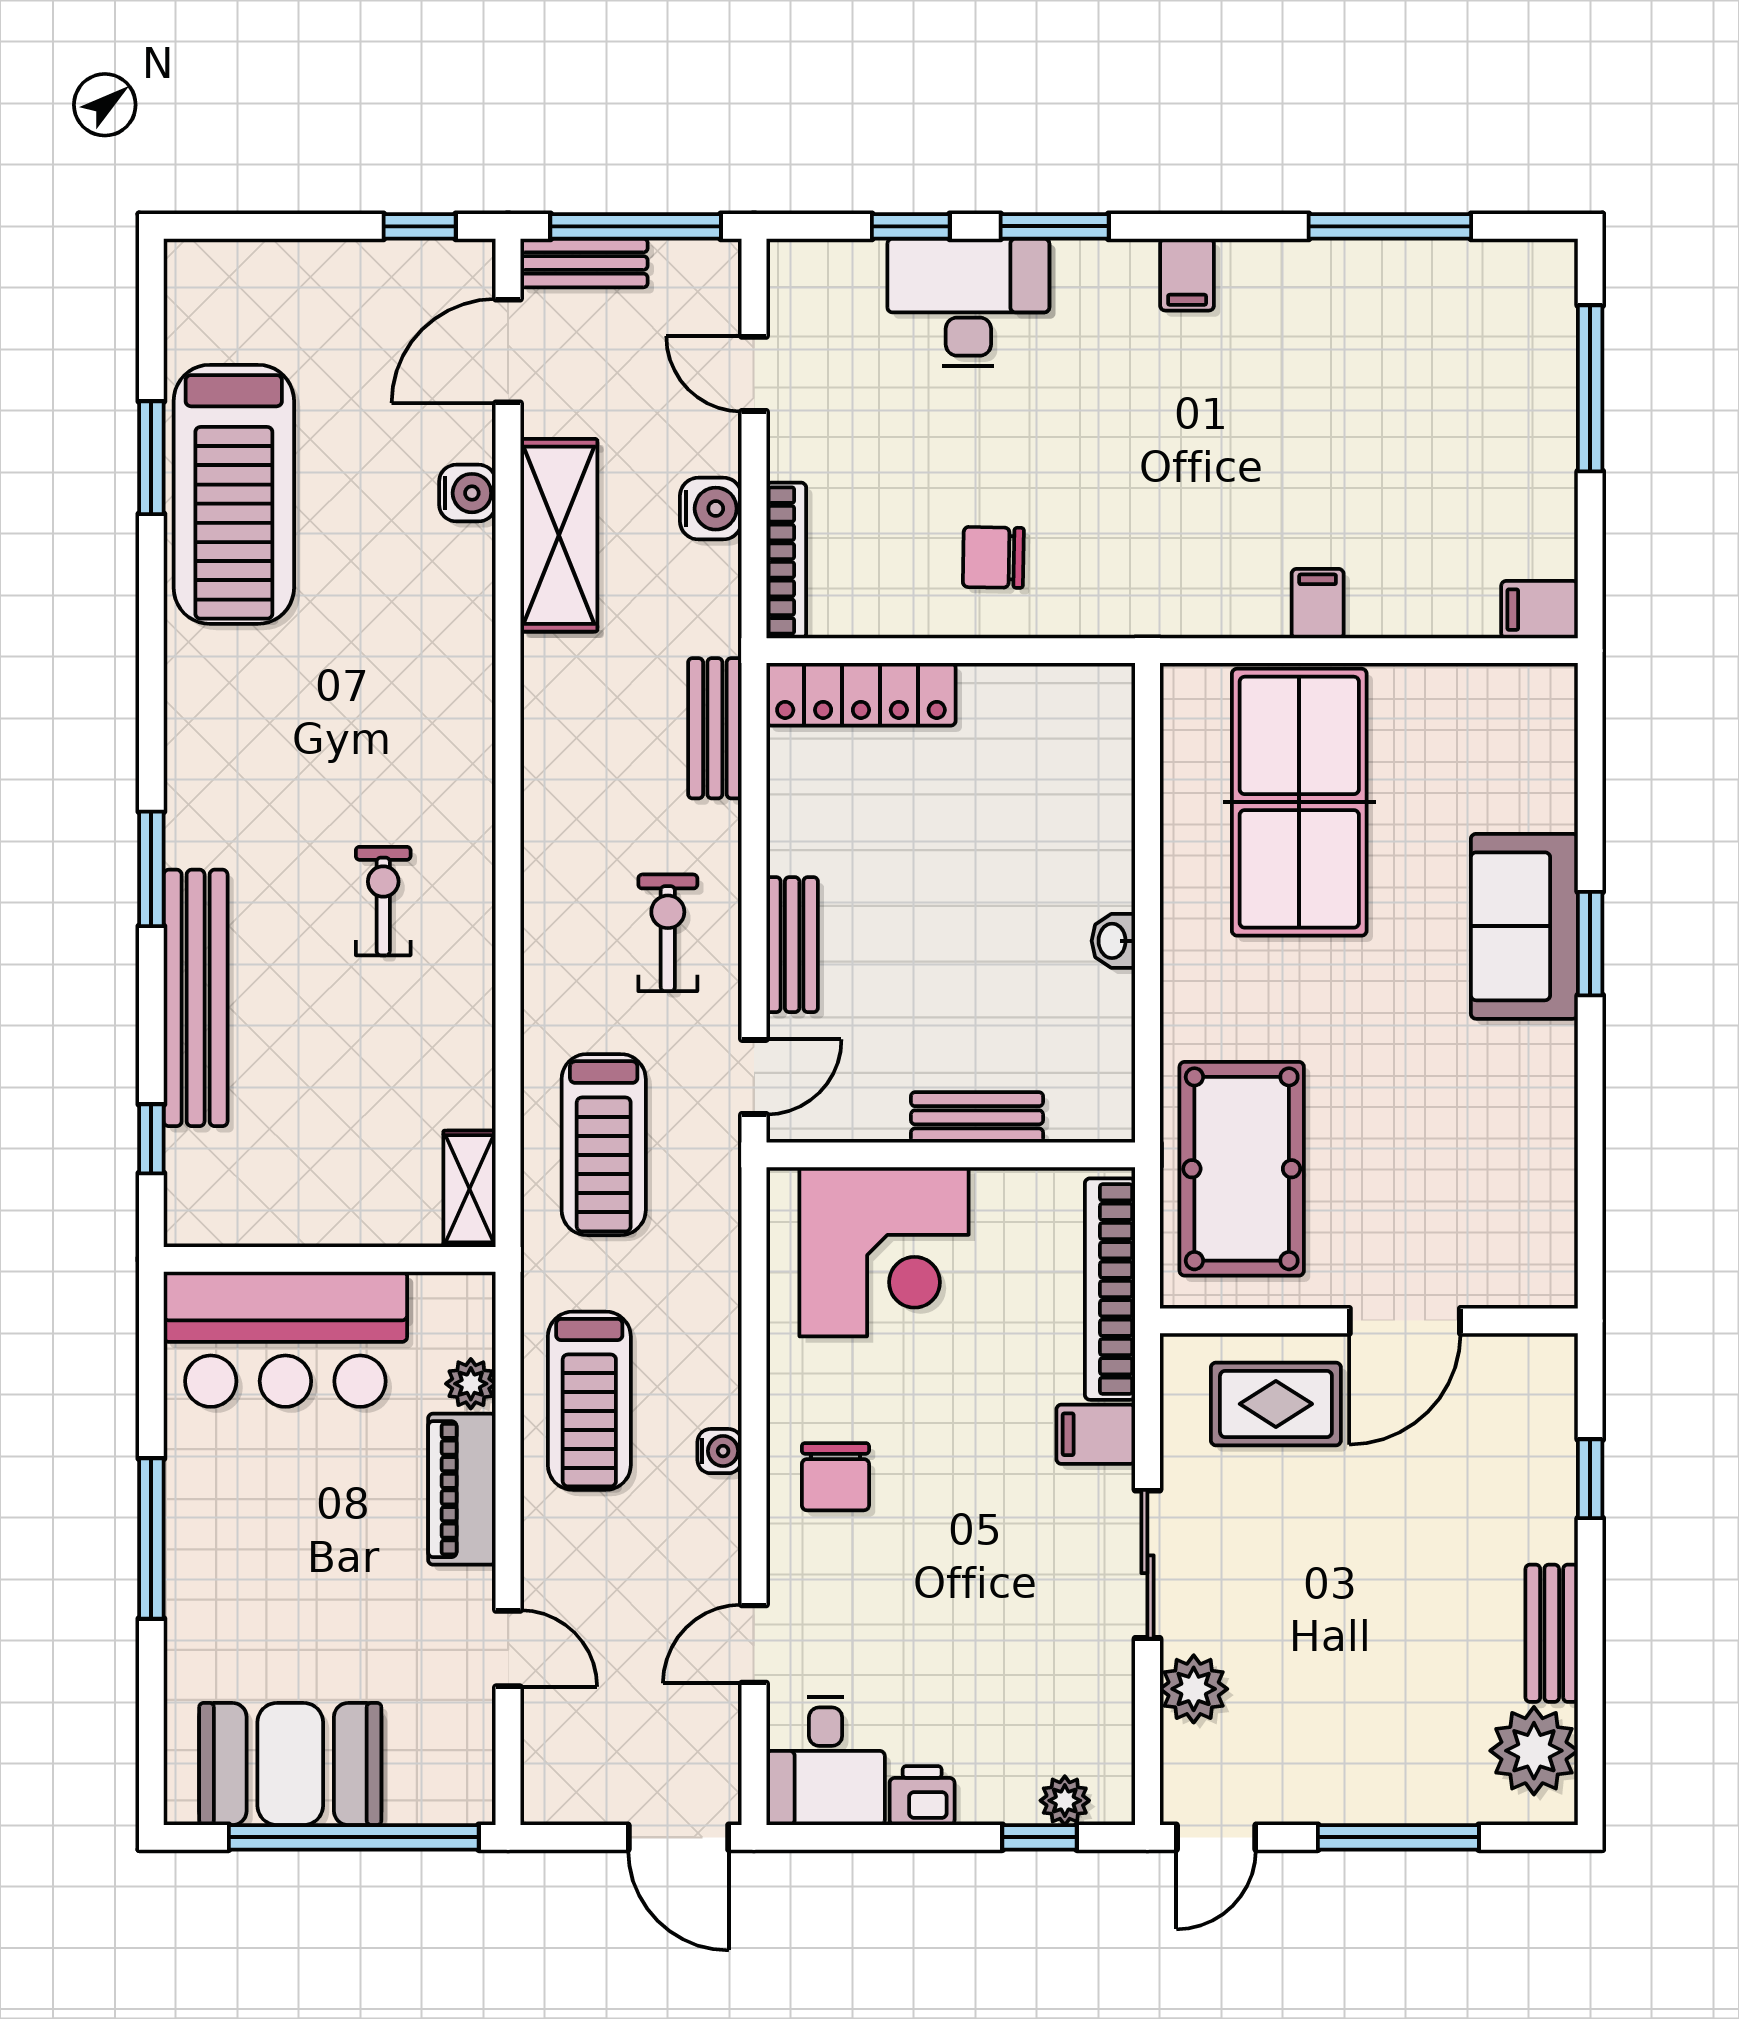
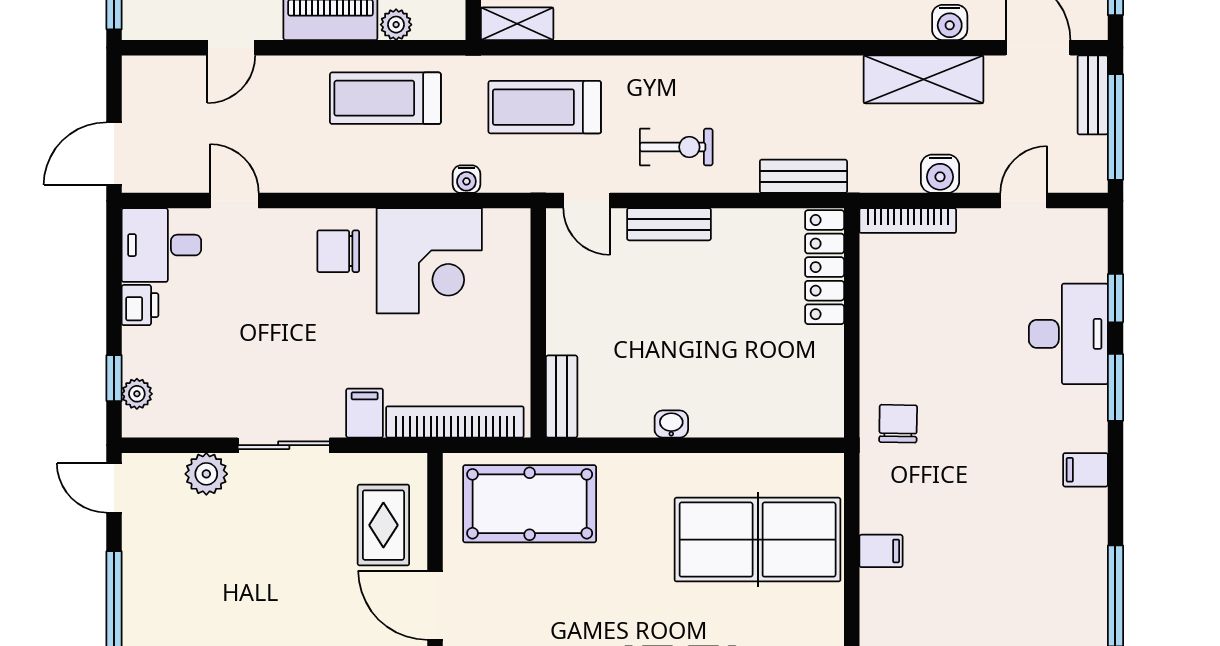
chair: (993, 557) -> (898, 424), moved
bench: (977, 1117) -> (562, 397), moved
corner desk: (884, 1252) -> (429, 261), moved, turned -90
water cooler: (720, 1451) -> (466, 179), moved

